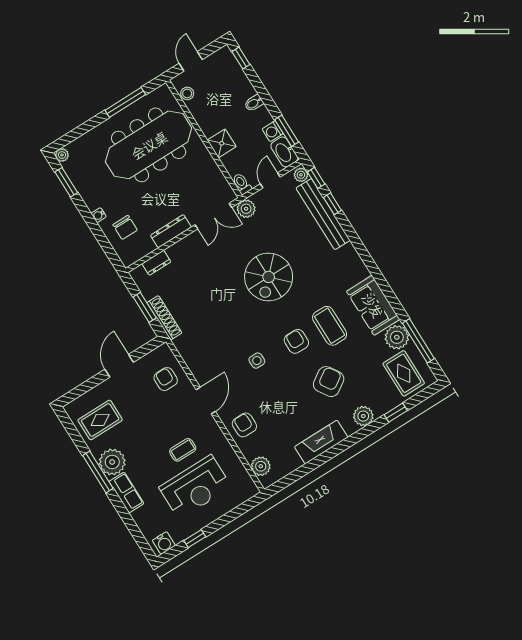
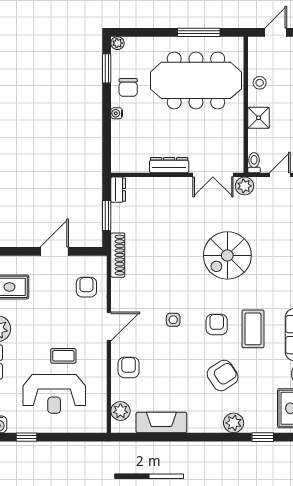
stool: (187, 93) -> (260, 83), moved
chair: (125, 227) -> (128, 87), moved
dresser: (156, 263) -> (118, 190), moved, turned -90
shoe rack: (164, 318) -> (118, 255), moved
fireplace: (321, 442) -> (161, 423), moved

